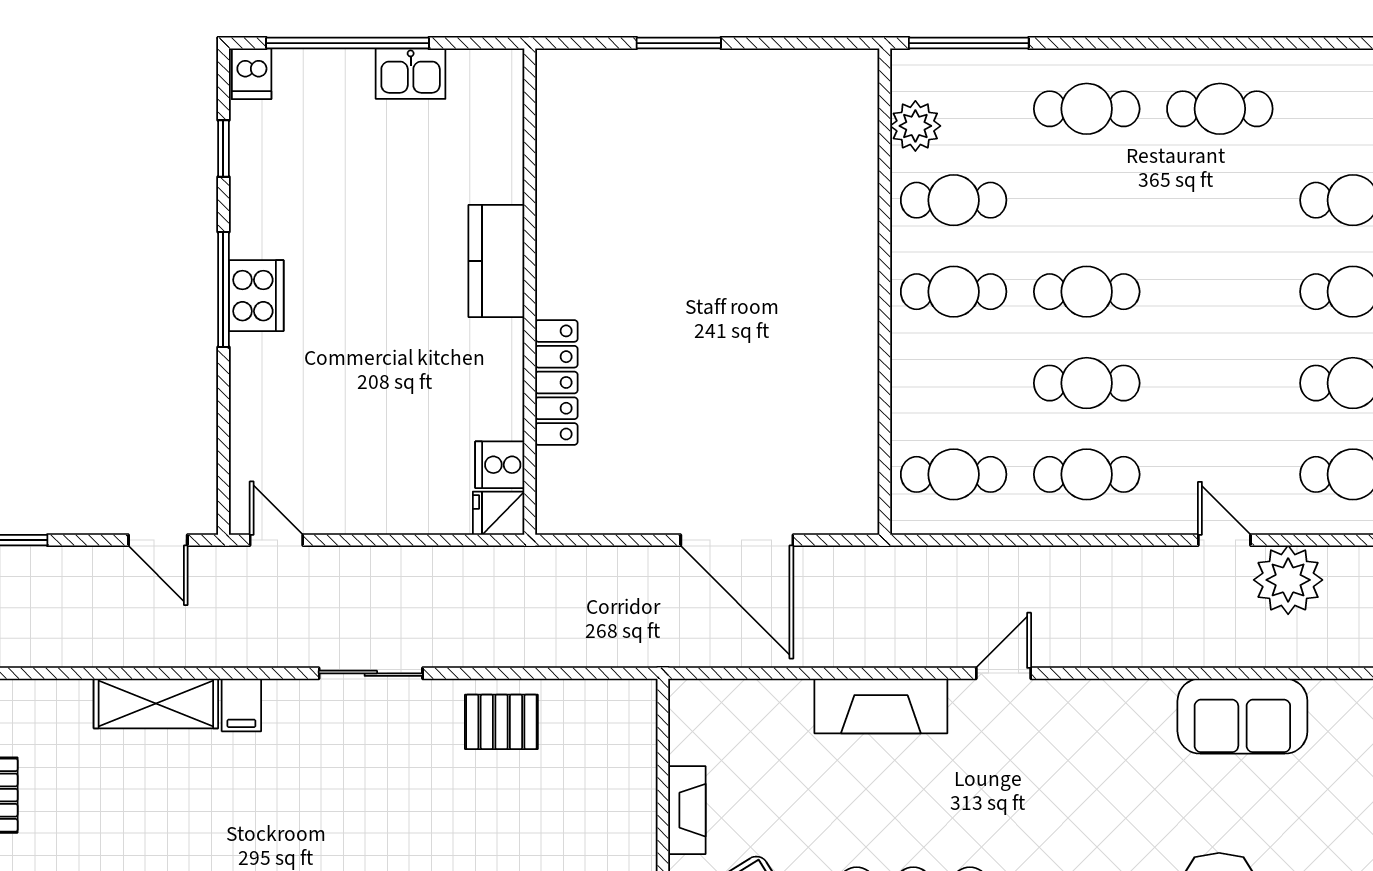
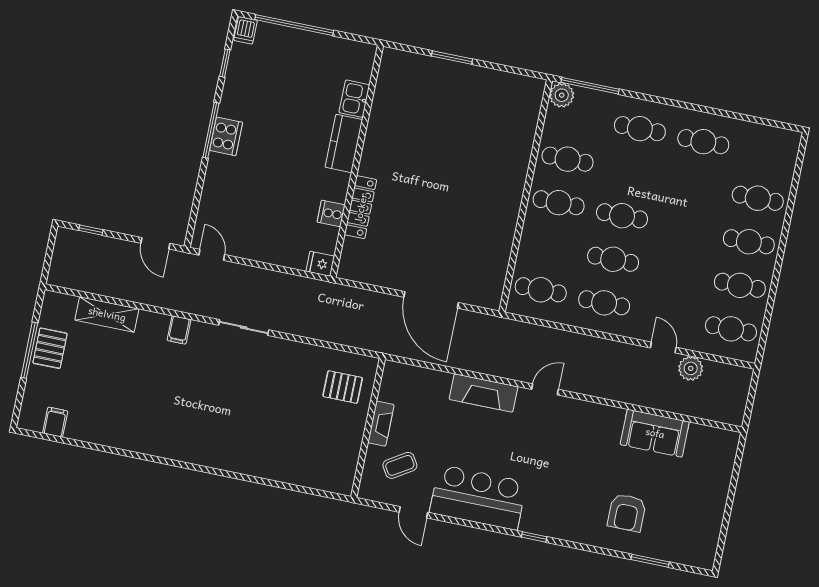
kitchen sink: (411, 74) -> (354, 99), moved, turned 90
plant: (915, 126) -> (562, 95), moved
cooker: (500, 465) -> (331, 213), moved
plant: (1288, 580) -> (691, 368), width x0.73, depth x0.73
shelving: (156, 703) -> (107, 314), moved
pallet: (501, 722) -> (343, 387), moved

